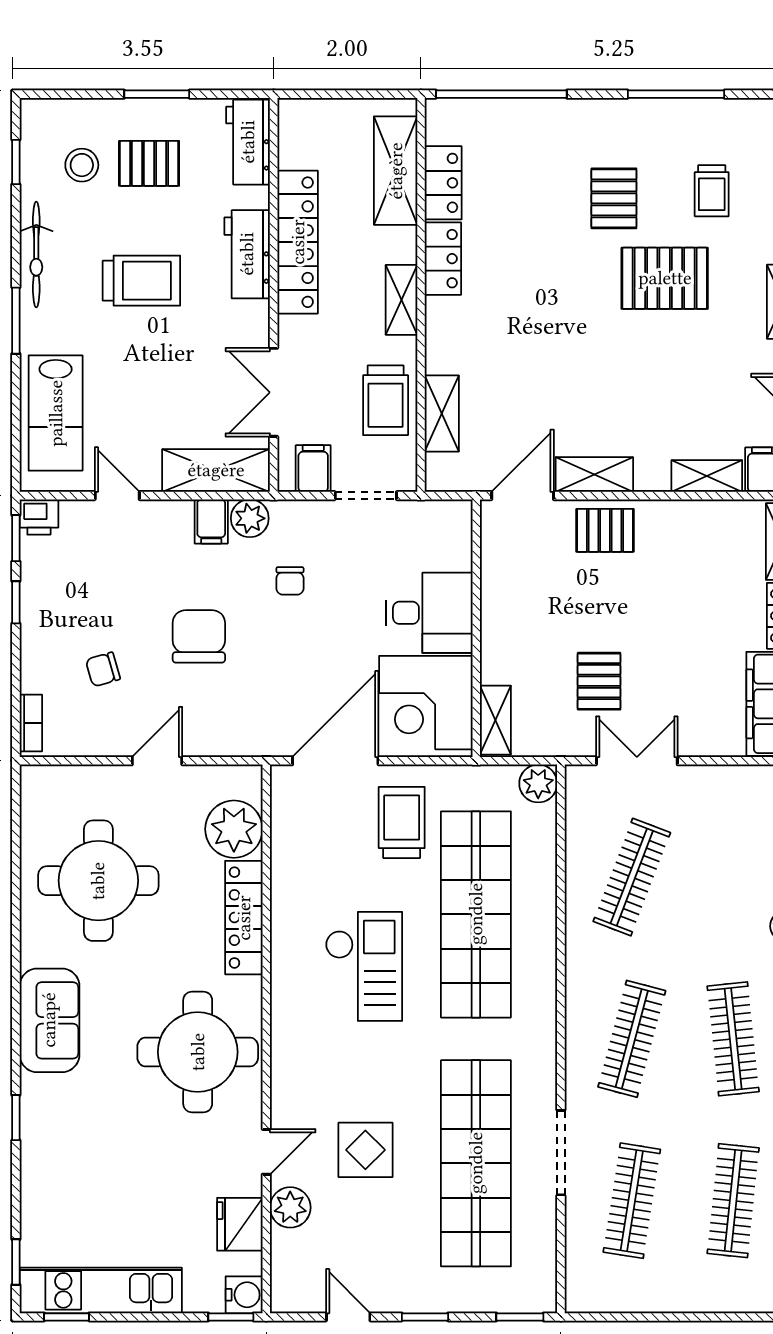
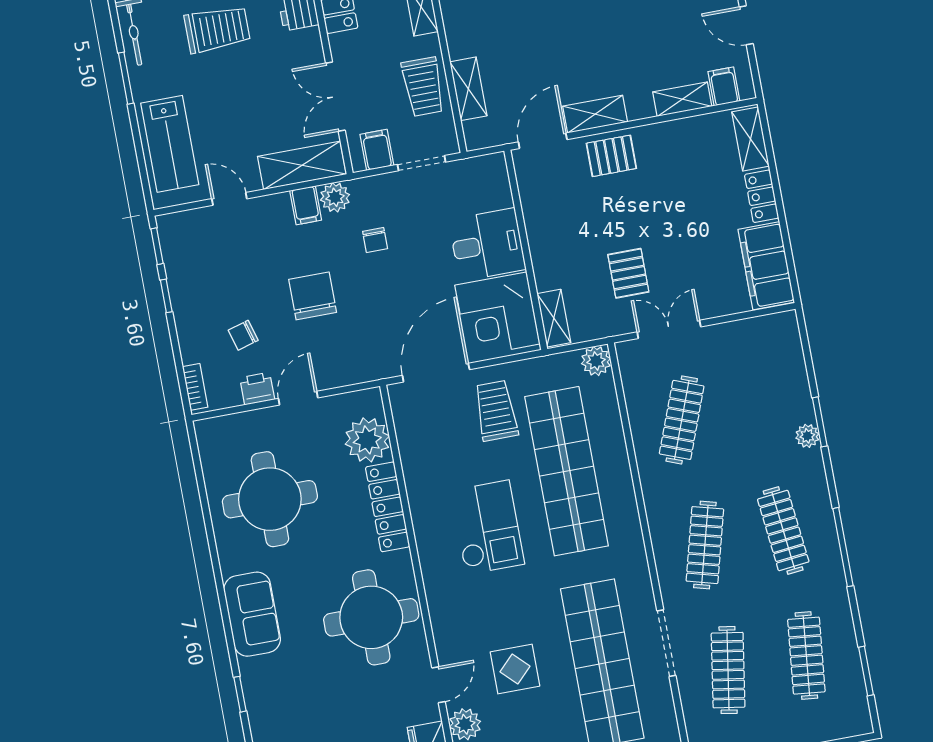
printer: (39, 517) -> (257, 389), moved, turned 180

